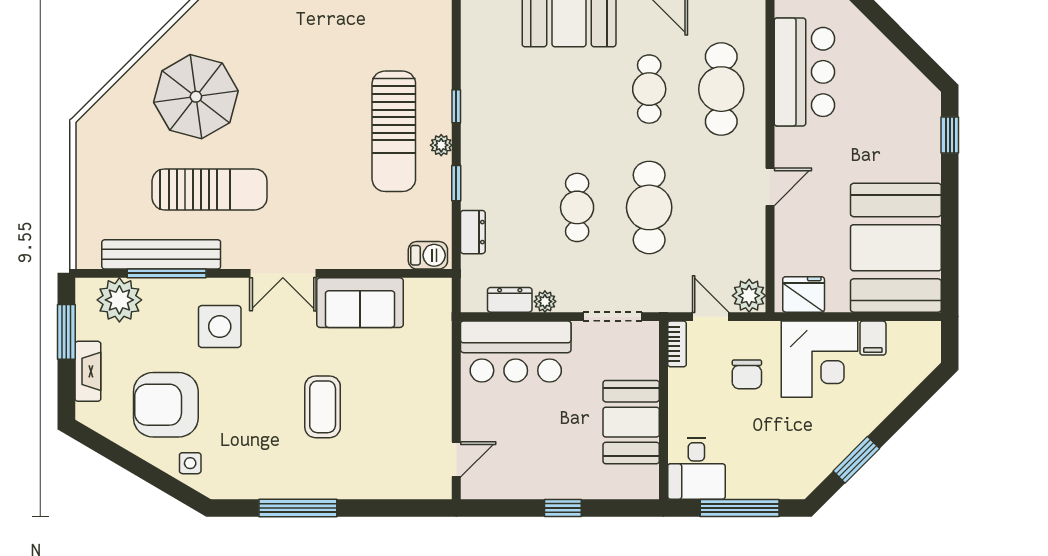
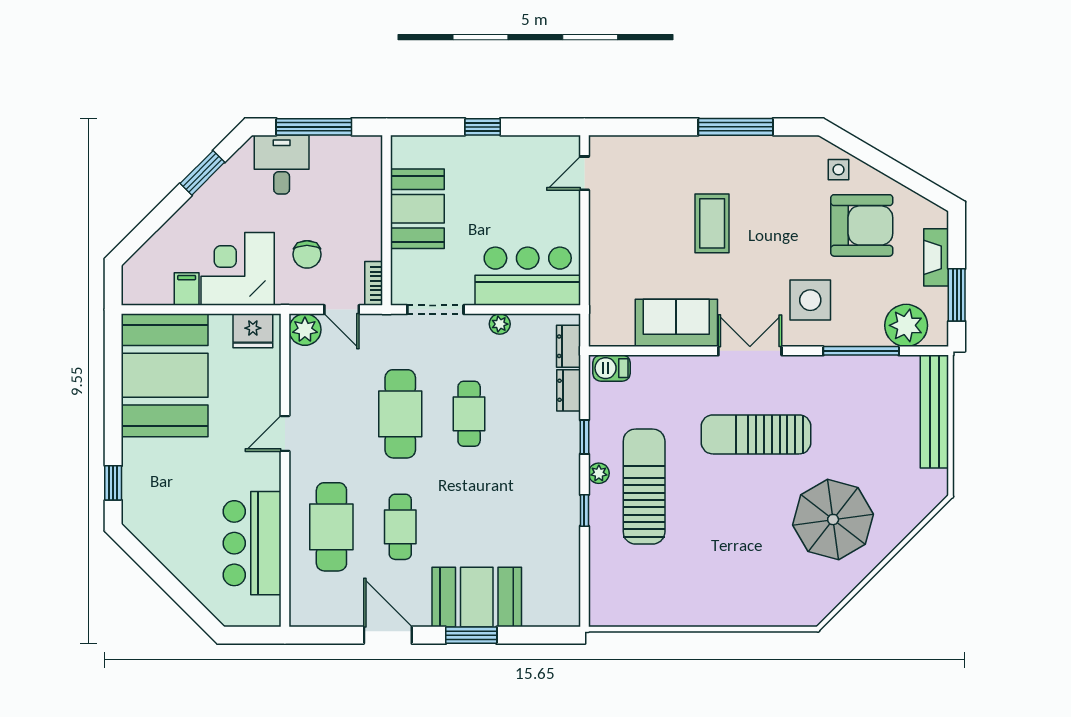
sun lounger: (210, 189) -> (756, 434), moved
bench: (161, 254) -> (934, 412), moved, turned 90
dresser: (510, 300) -> (568, 346), moved, turned 90
chair: (747, 374) -> (307, 254), turned 180
desk: (696, 468) -> (282, 165), moved

